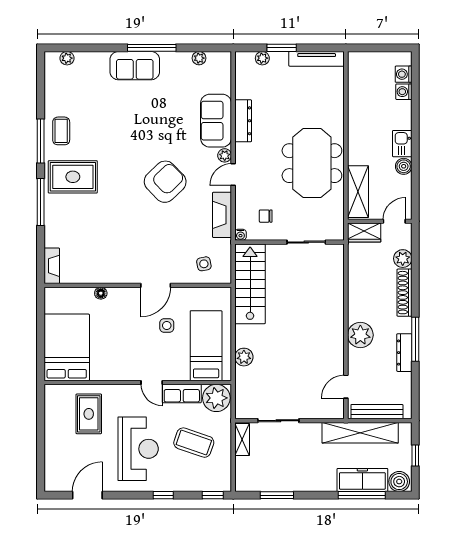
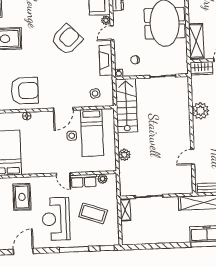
armchair: (99, 255) -> (25, 91), added
plant: (360, 335) -> (201, 111), moved
bed: (206, 346) -> (92, 133), moved, turned 180
door: (346, 387) -> (193, 157), moved
plant: (216, 398) -> (102, 179), width x0.53, depth x0.53
reception desk: (138, 449) -> (56, 219), turned 180
window: (163, 495) -> (74, 249), width x2.17
window: (277, 495) -> (150, 246), removed

